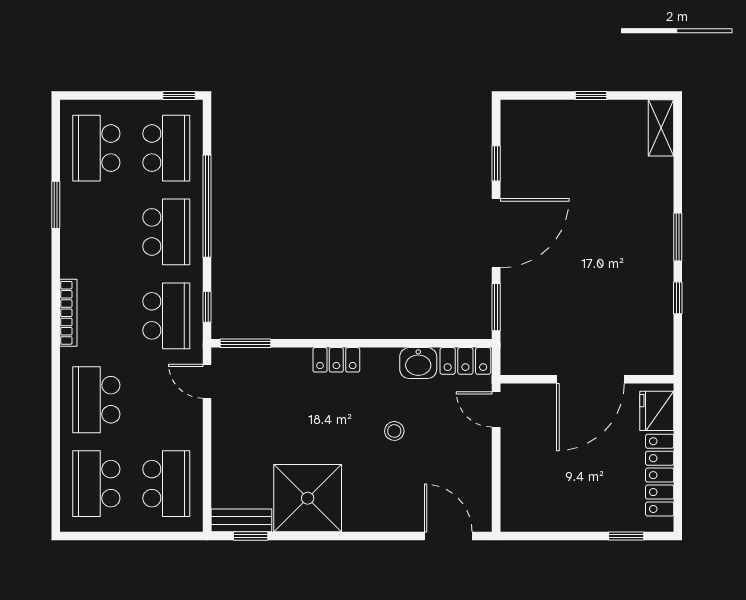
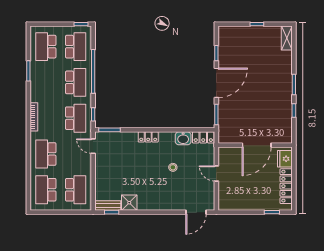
door: (496, 409) -> (216, 173), moved
shower: (308, 498) -> (129, 203), width x0.54, depth x0.54
door: (448, 536) -> (196, 212), swing flipped

